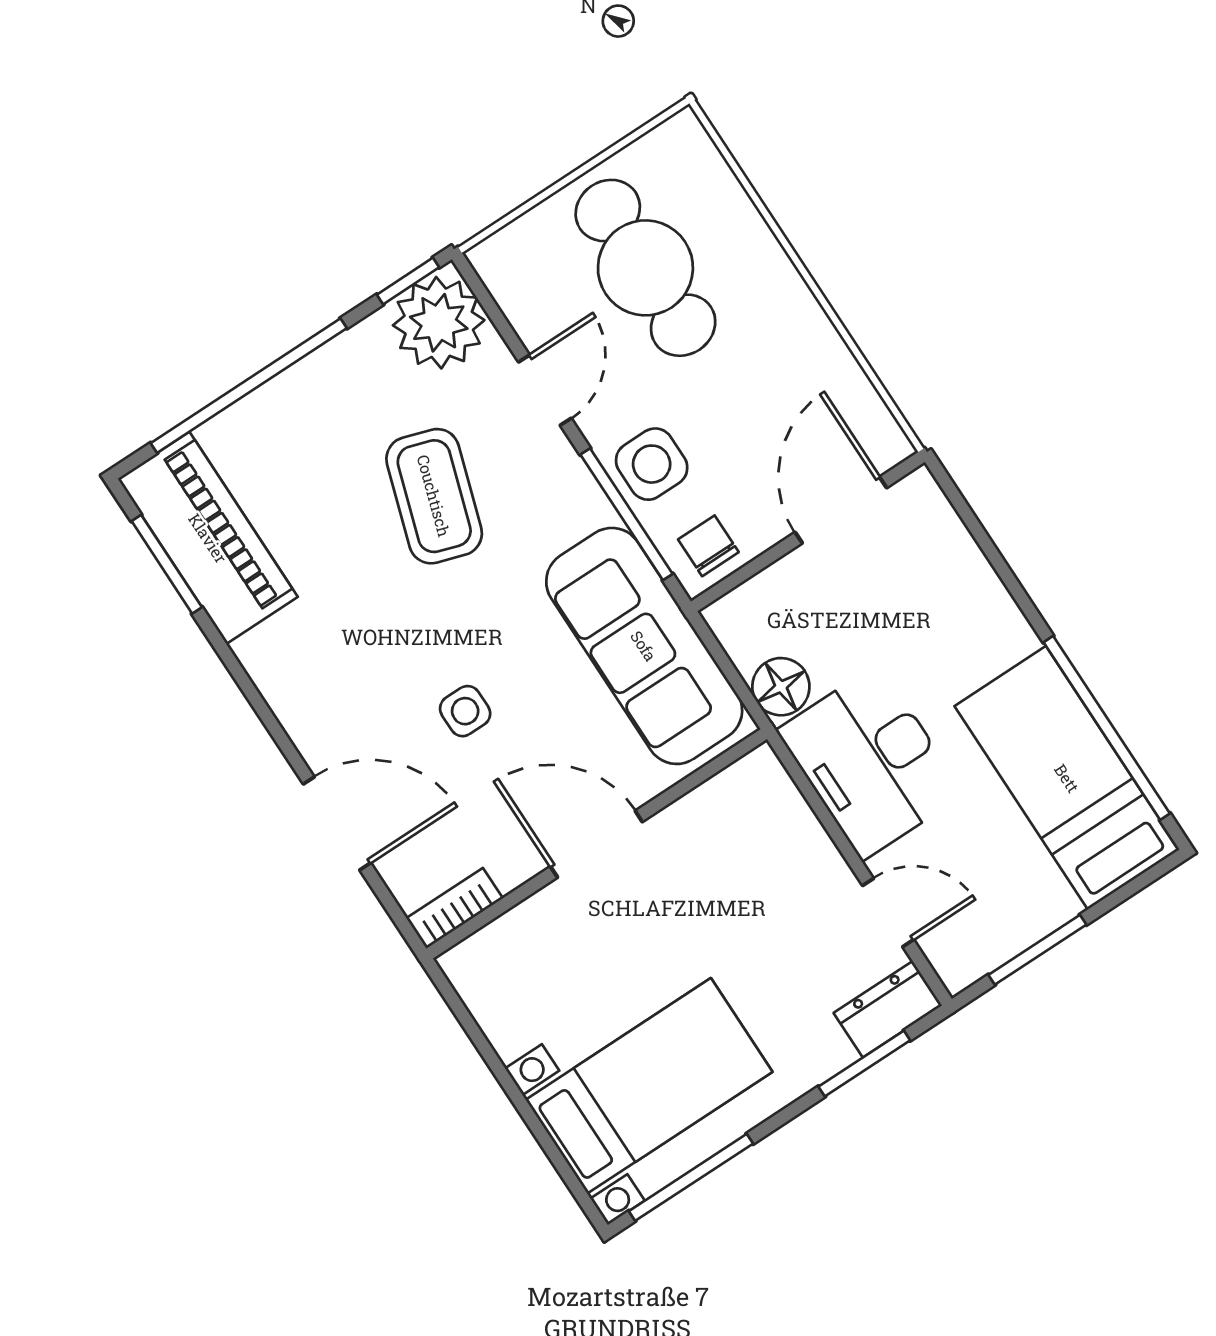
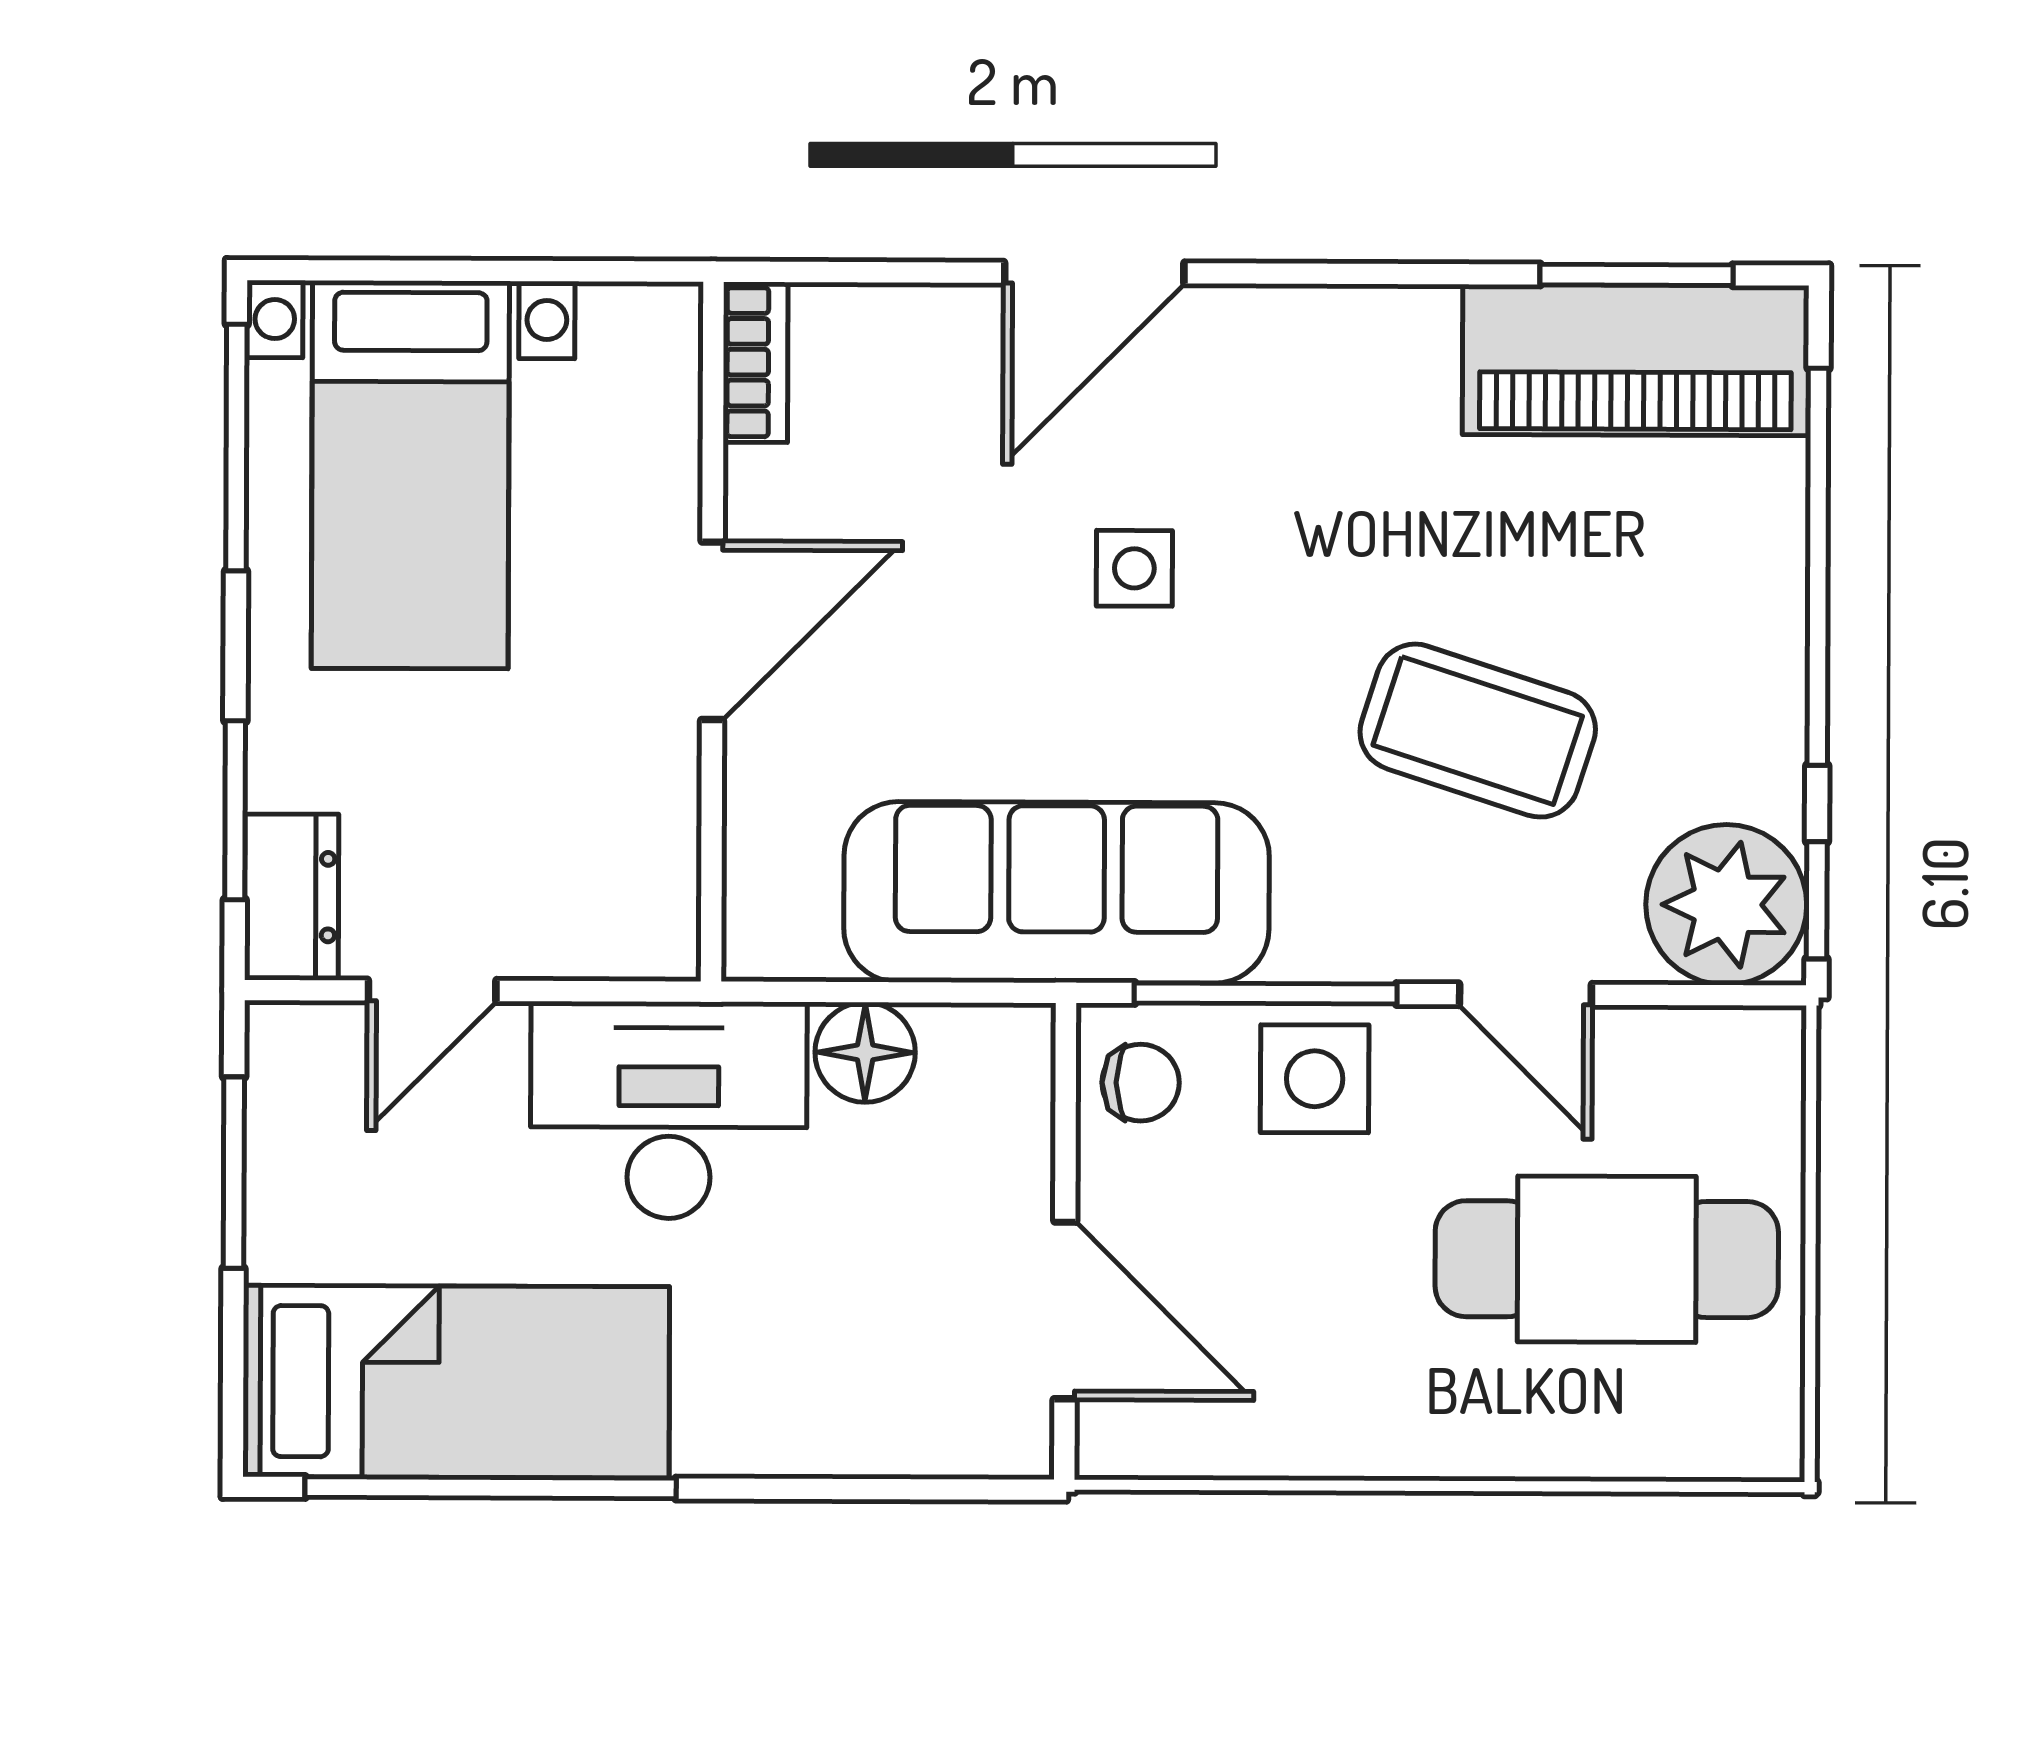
door: (596, 844) -> (712, 631), moved
wall: (597, 844) -> (712, 632), moved
bookcase: (455, 908) -> (756, 362), moved

